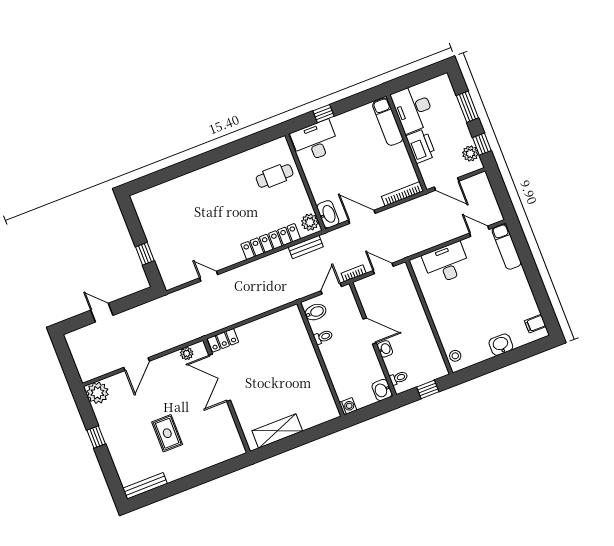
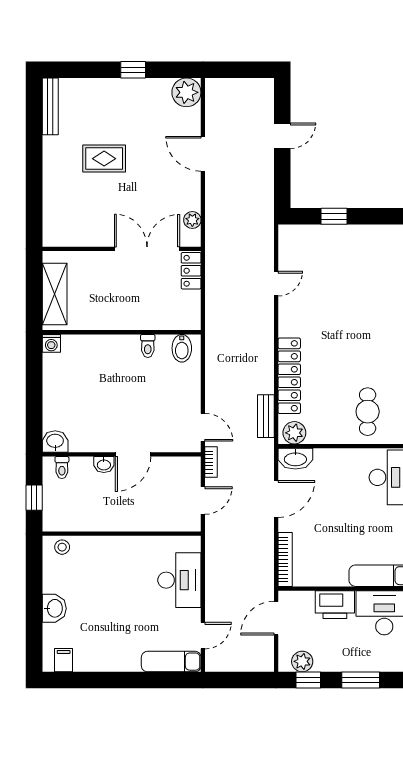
bidet: (315, 312) -> (182, 348), moved
toilet: (323, 337) -> (148, 346), moved
wall: (321, 359) -> (122, 332), moved
washing machine: (348, 406) -> (51, 343), moved

